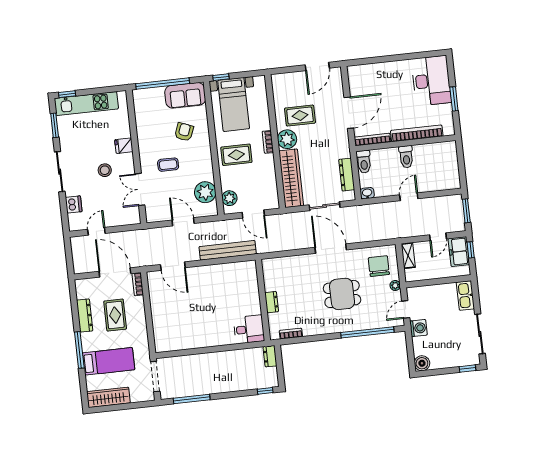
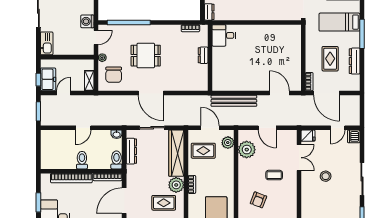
fridge: (124, 146) -> (308, 136), moved
rug: (236, 155) -> (203, 151), moved
dishwasher: (74, 204) -> (354, 136), moved

